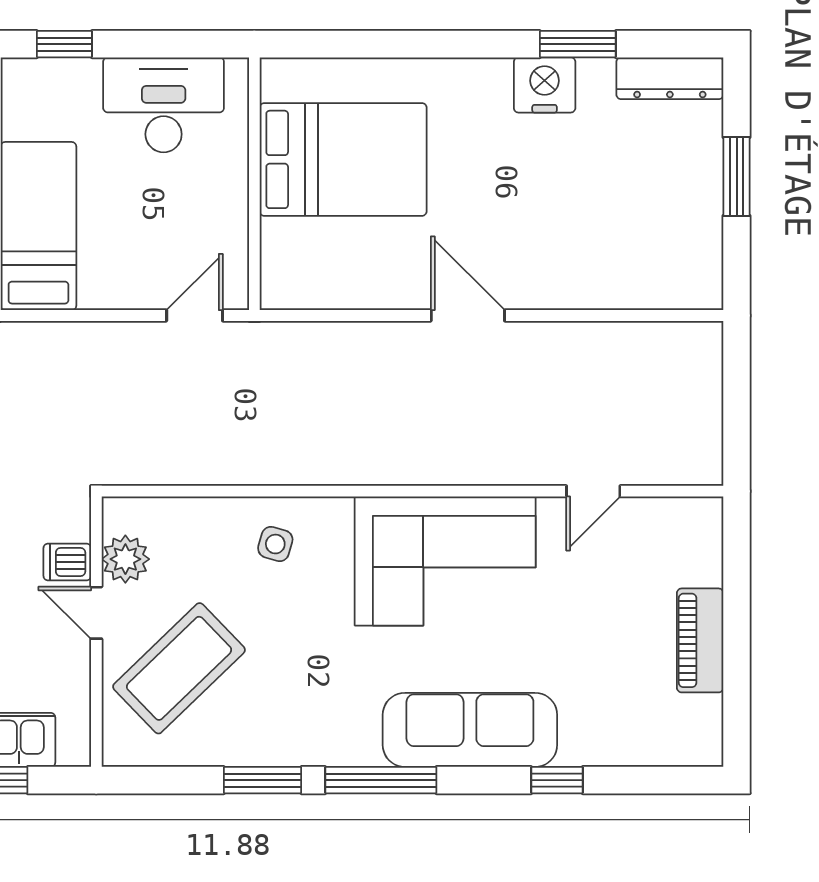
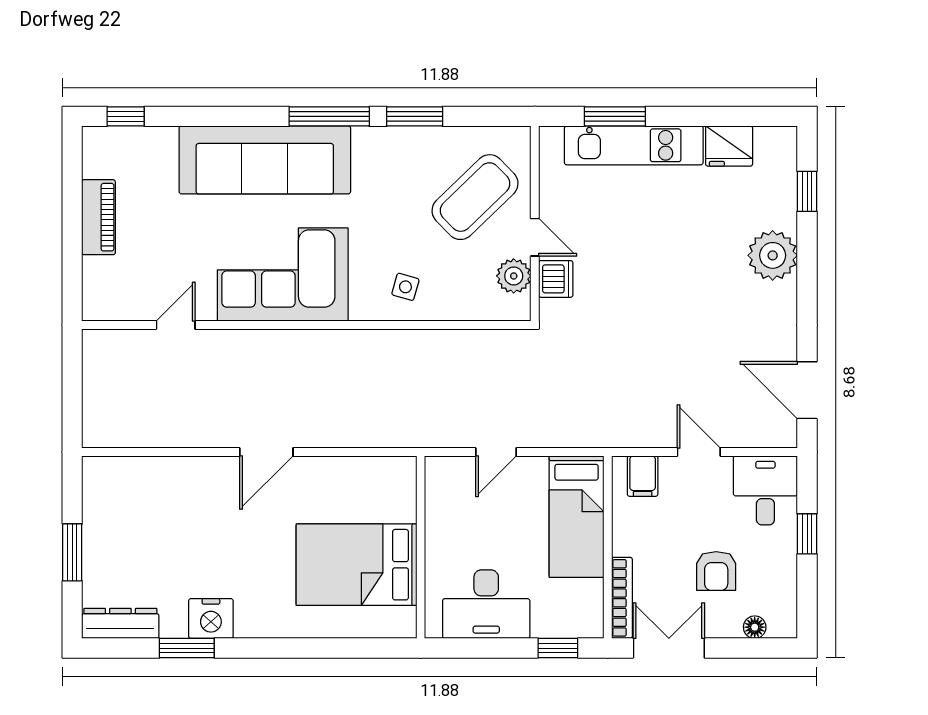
door: (195, 316) -> (496, 452), moved
door: (468, 316) -> (266, 452), hinge flipped
dishwasher: (67, 562) -> (556, 279), width x1.38
sofa: (470, 730) -> (265, 160), width x1.36, depth x1.27
window: (557, 780) -> (126, 116), moved

